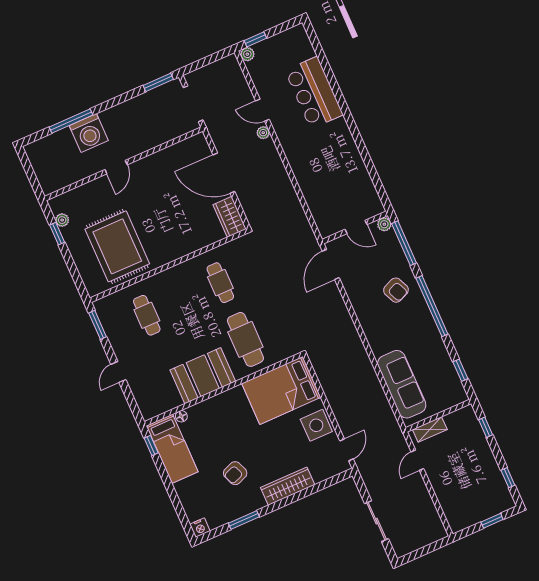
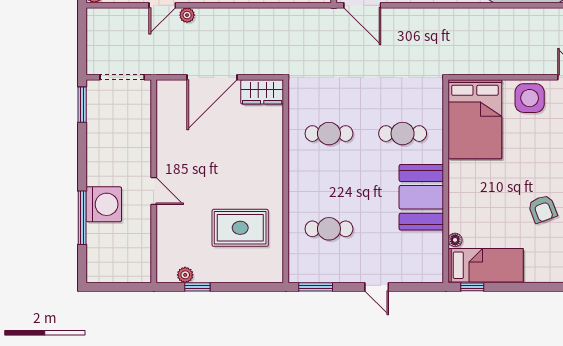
rug: (117, 246) -> (240, 228), width x0.73, depth x0.69
cafe table: (245, 339) -> (403, 134), width x0.73, depth x0.74

